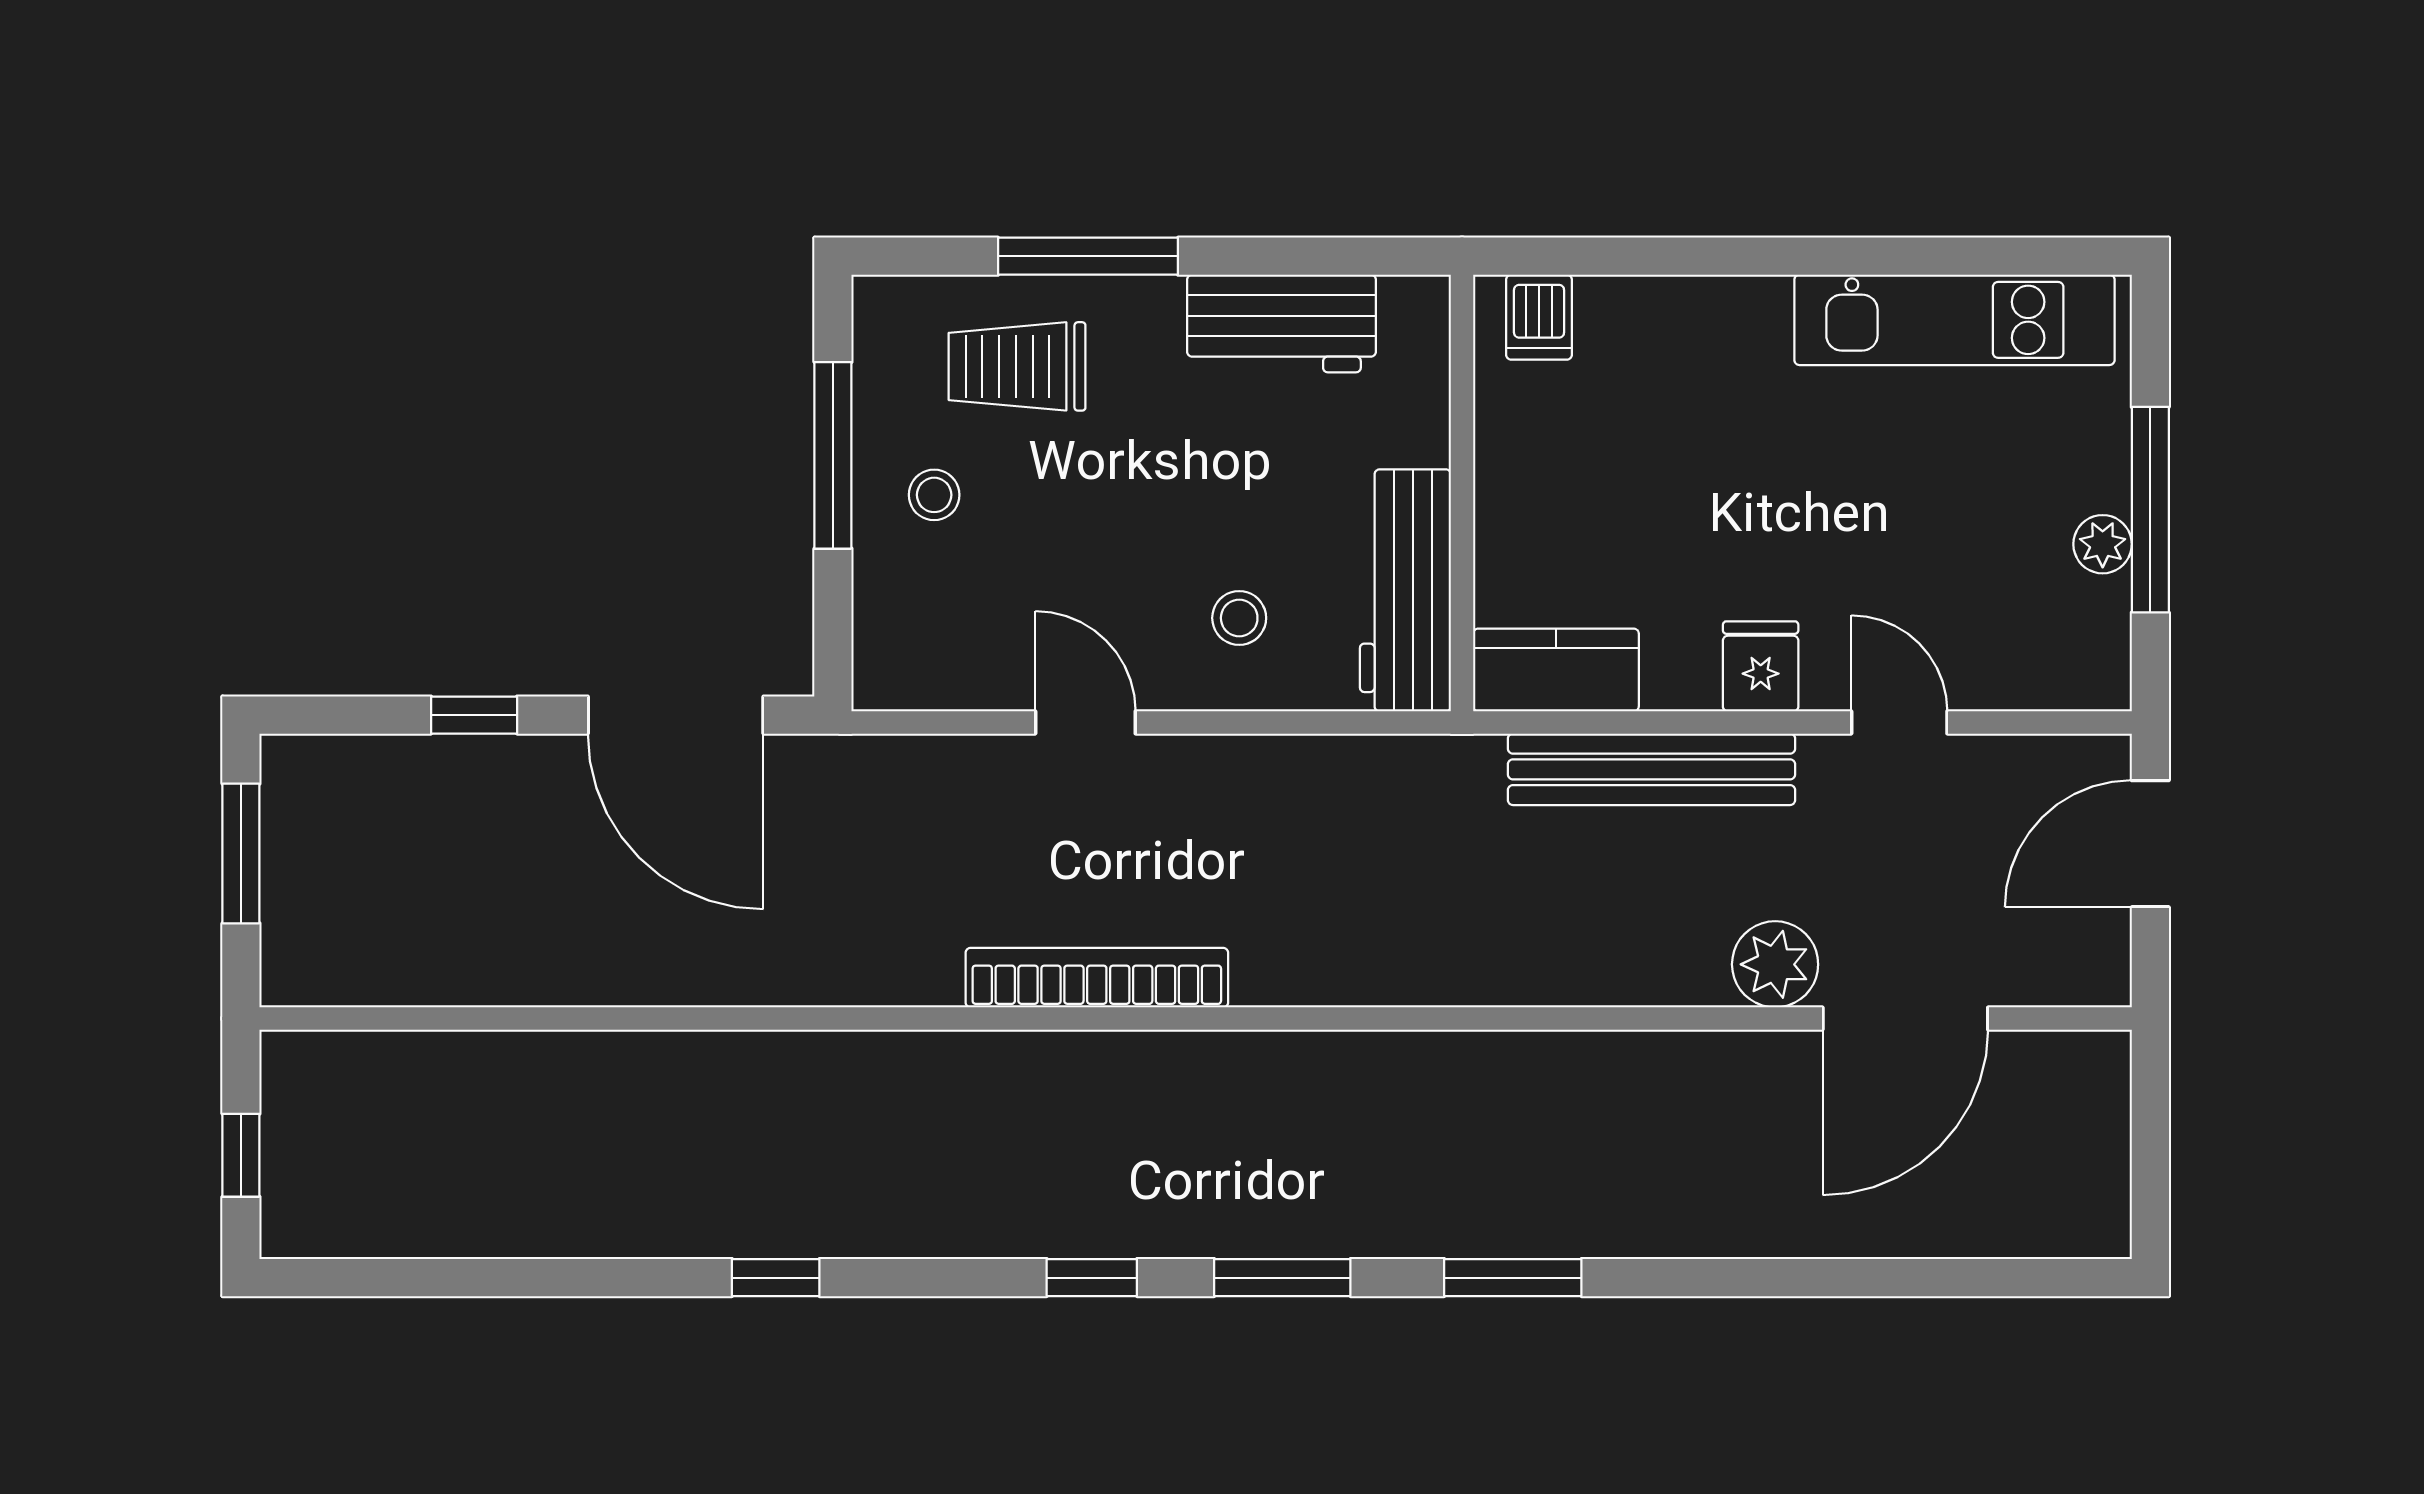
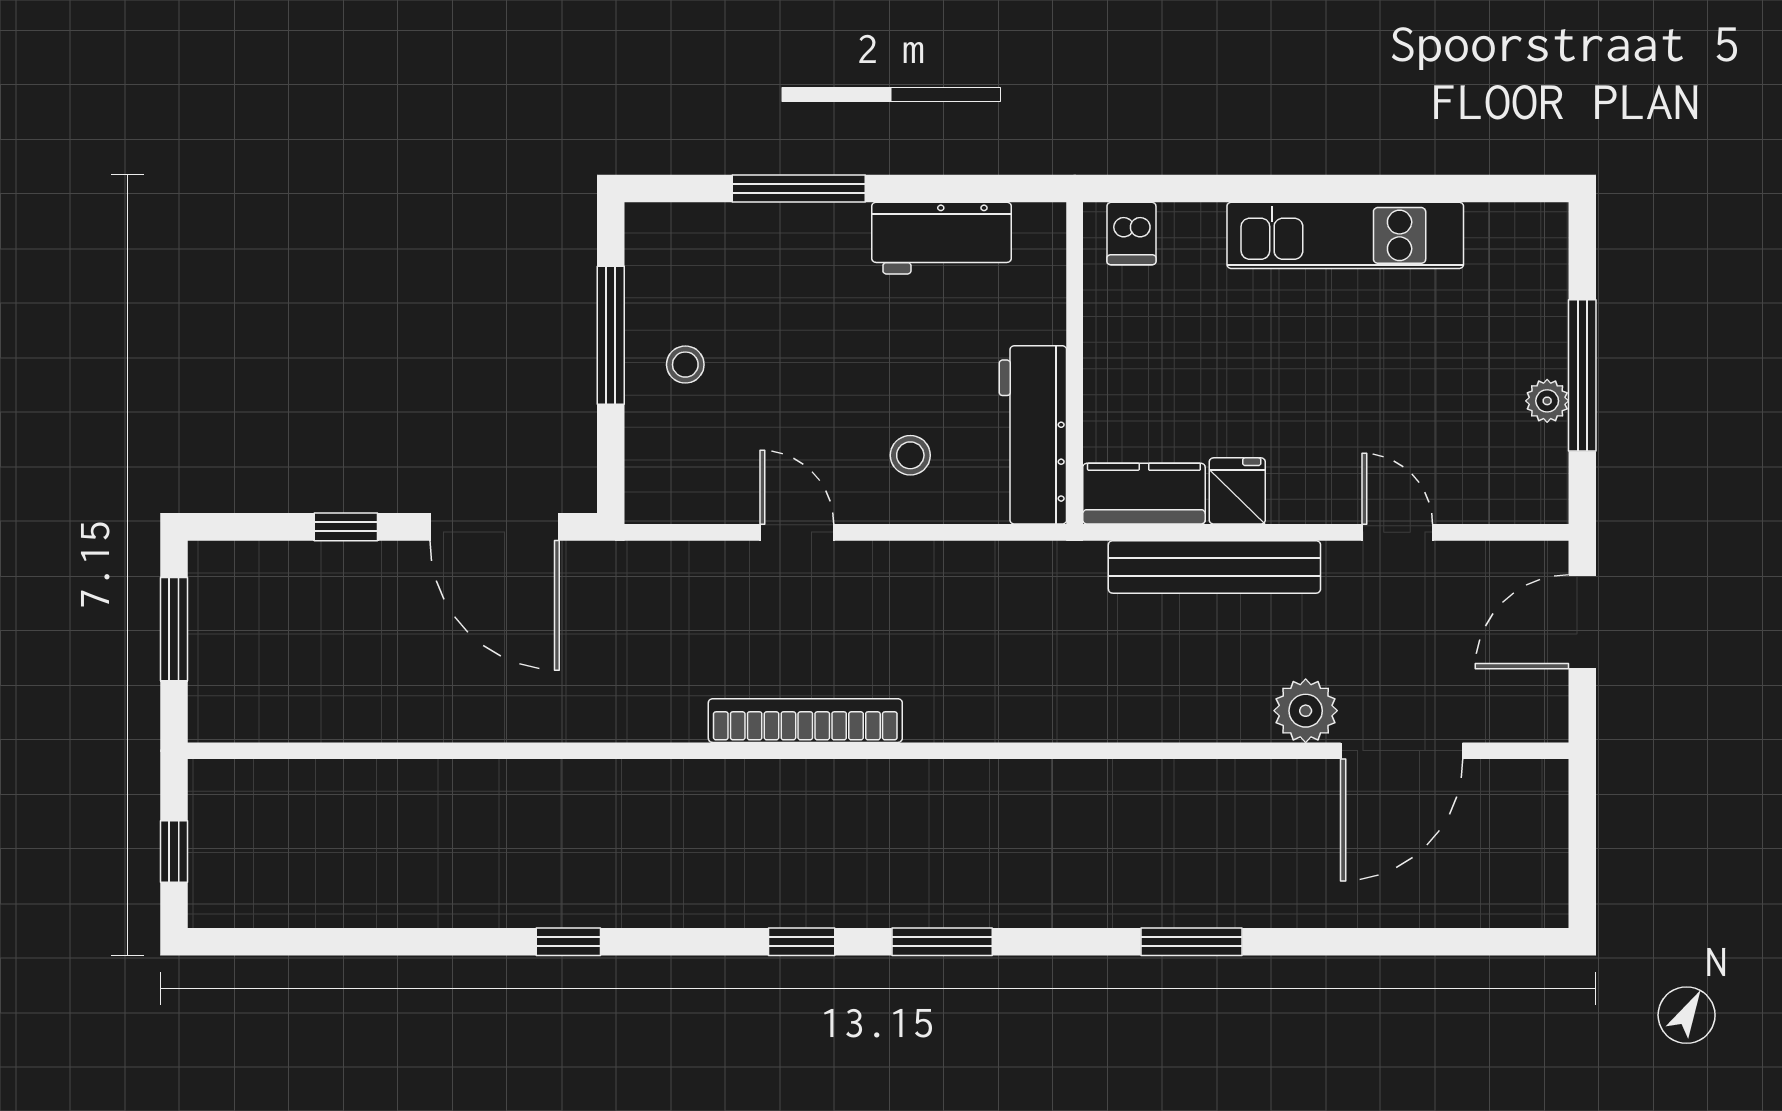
kitchen unit: (1954, 320) -> (1345, 235), moved
trolley: (1017, 366) -> (746, 270), removed
fridge: (1761, 666) -> (1237, 491), moved
window: (1513, 1278) -> (1192, 942), moved

